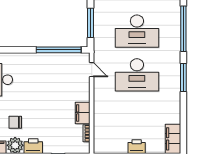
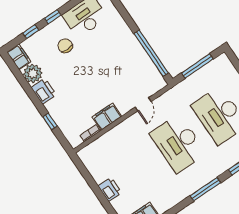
door: (92, 70) -> (143, 104), moved
chair: (15, 122) -> (65, 46), moved

